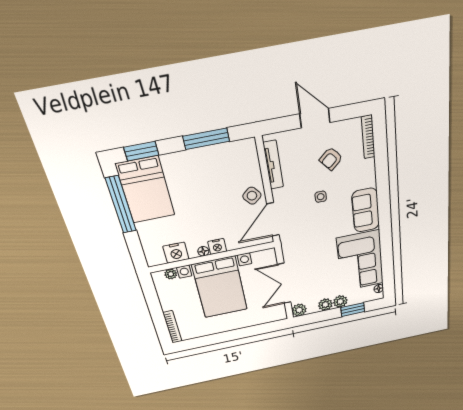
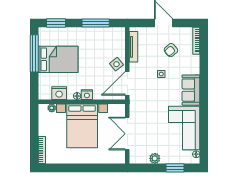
bed: (145, 190) -> (58, 59), moved, turned -90
plant: (340, 301) -> (166, 158), removed
plant: (299, 310) -> (135, 158), removed

